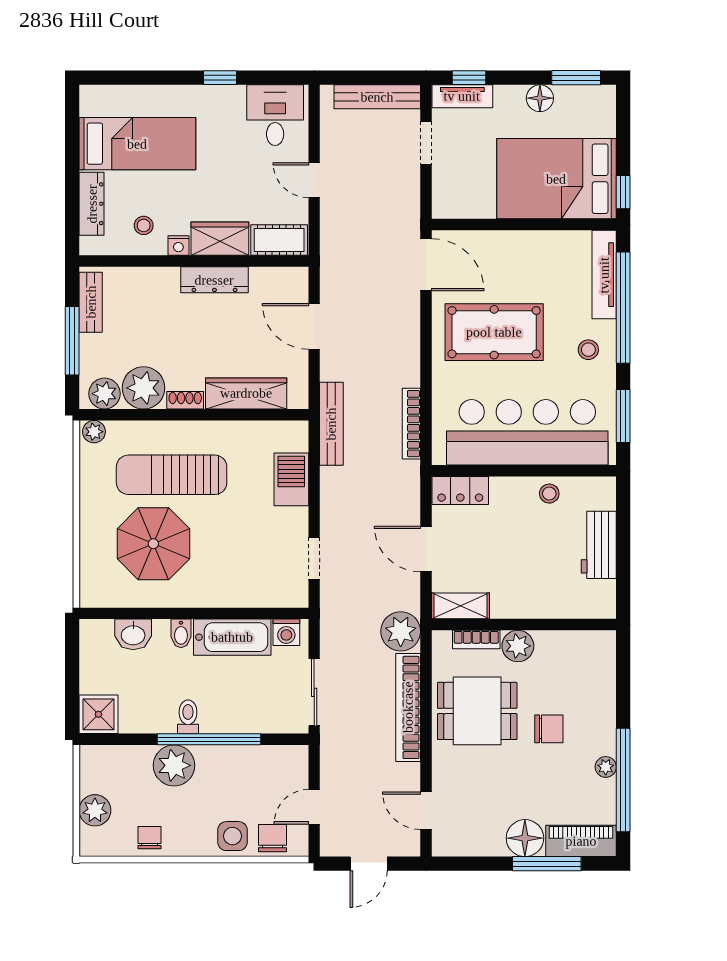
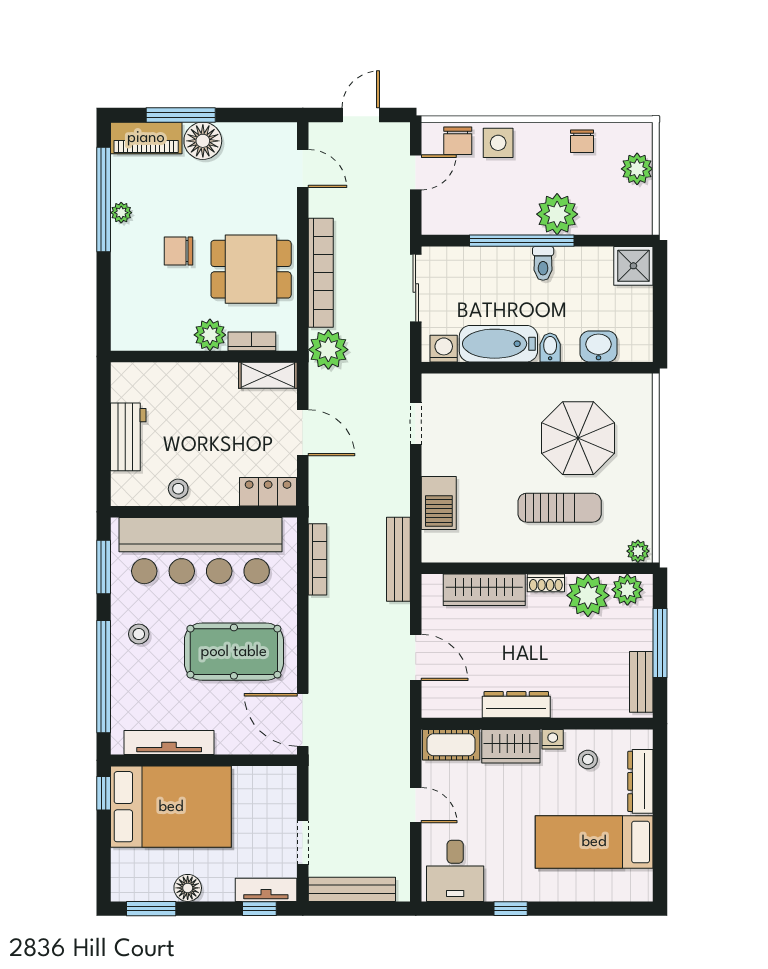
tv unit: (604, 275) -> (169, 743), moved, turned -90
sun lounger: (172, 475) -> (560, 508), width x0.73, depth x0.75

